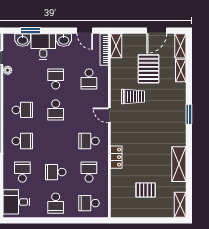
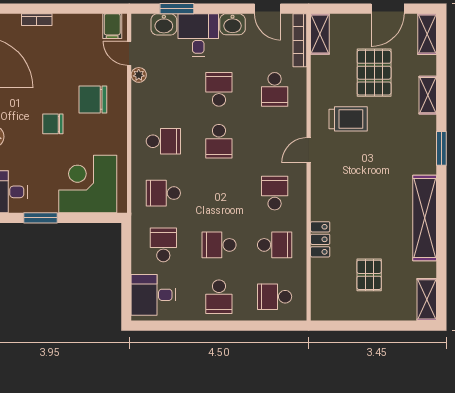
shelving: (181, 70) -> (428, 95), moved
door: (109, 115) -> (309, 150), hinge flipped
school desk: (22, 141) -> (163, 193), turned 180
school desk: (89, 141) -> (275, 193), turned 90
locker: (116, 157) -> (320, 239), moved
shelving: (179, 164) -> (425, 218), width x1.47
school desk: (89, 172) -> (275, 245), turned 90
pallet: (146, 190) -> (369, 275), turned 90

